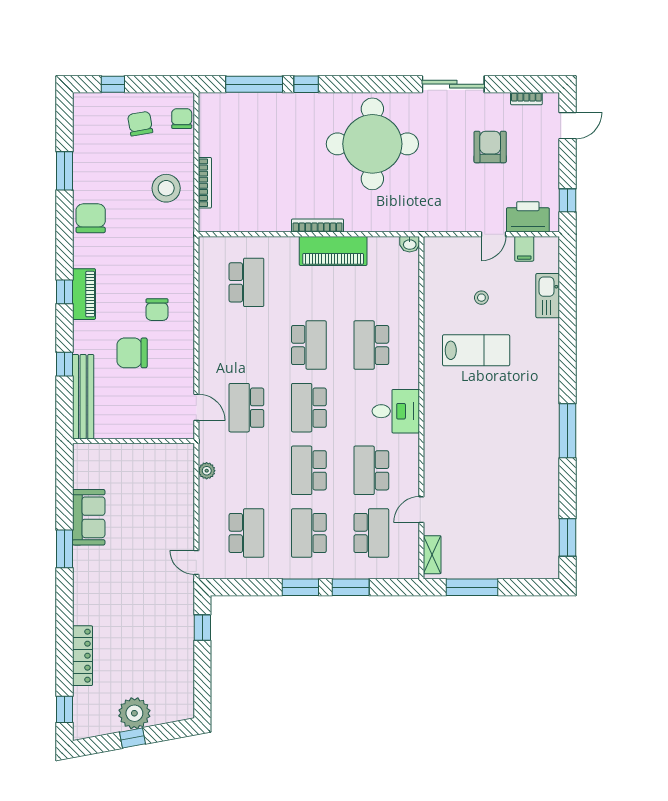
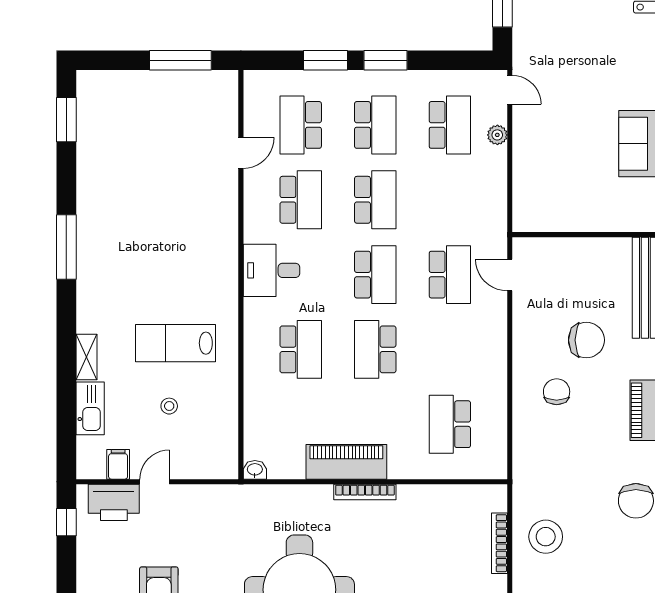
plant: (207, 471) -> (497, 135), moved
school desk: (246, 533) -> (450, 125), turned 180
shelving: (432, 555) -> (86, 357), moved

